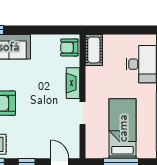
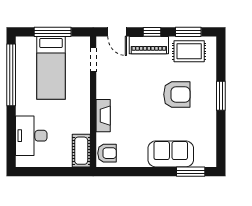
doorway: (83, 113) -> (93, 60), moved
piano: (30, 150) -> (149, 45), added

